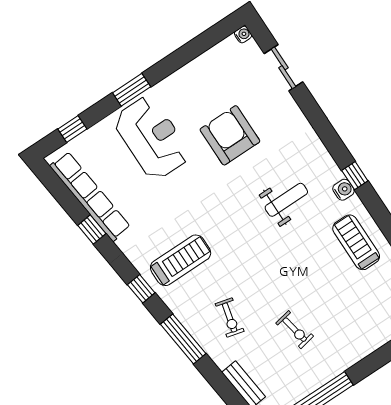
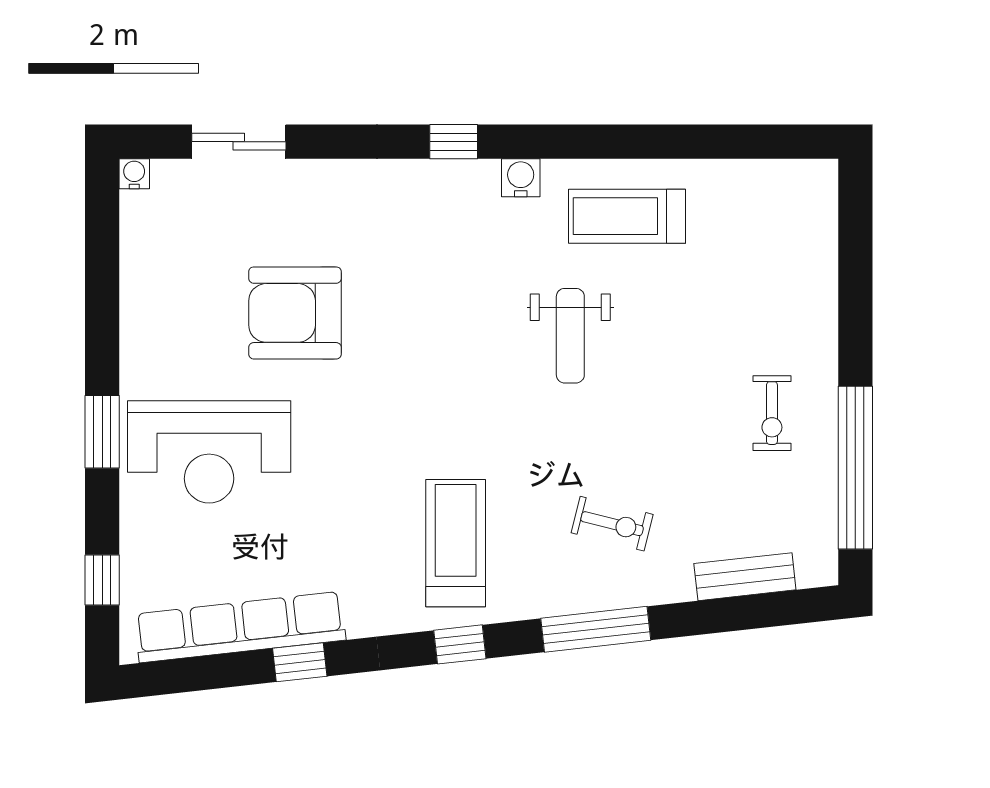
reception desk: (152, 138) -> (209, 452), turned 180
window: (355, 176) -> (454, 142), moved
weight bench: (286, 200) -> (570, 336), moved, turned 180
exercise bike: (295, 330) -> (772, 413), moved, turned 101

